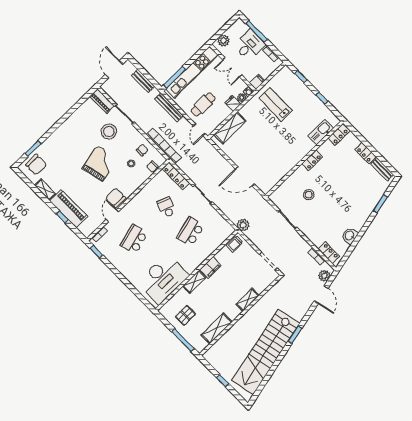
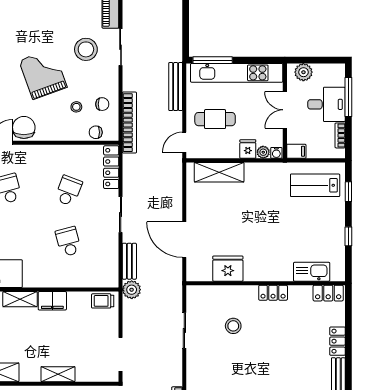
bench: (143, 81) -> (129, 261), moved
lab bench: (276, 104) -> (315, 185), moved, turned -90
grand piano: (100, 163) -> (43, 74), turned -97
fridge: (279, 170) -> (228, 269), added
school desk: (190, 232) -> (68, 242), width x0.54

